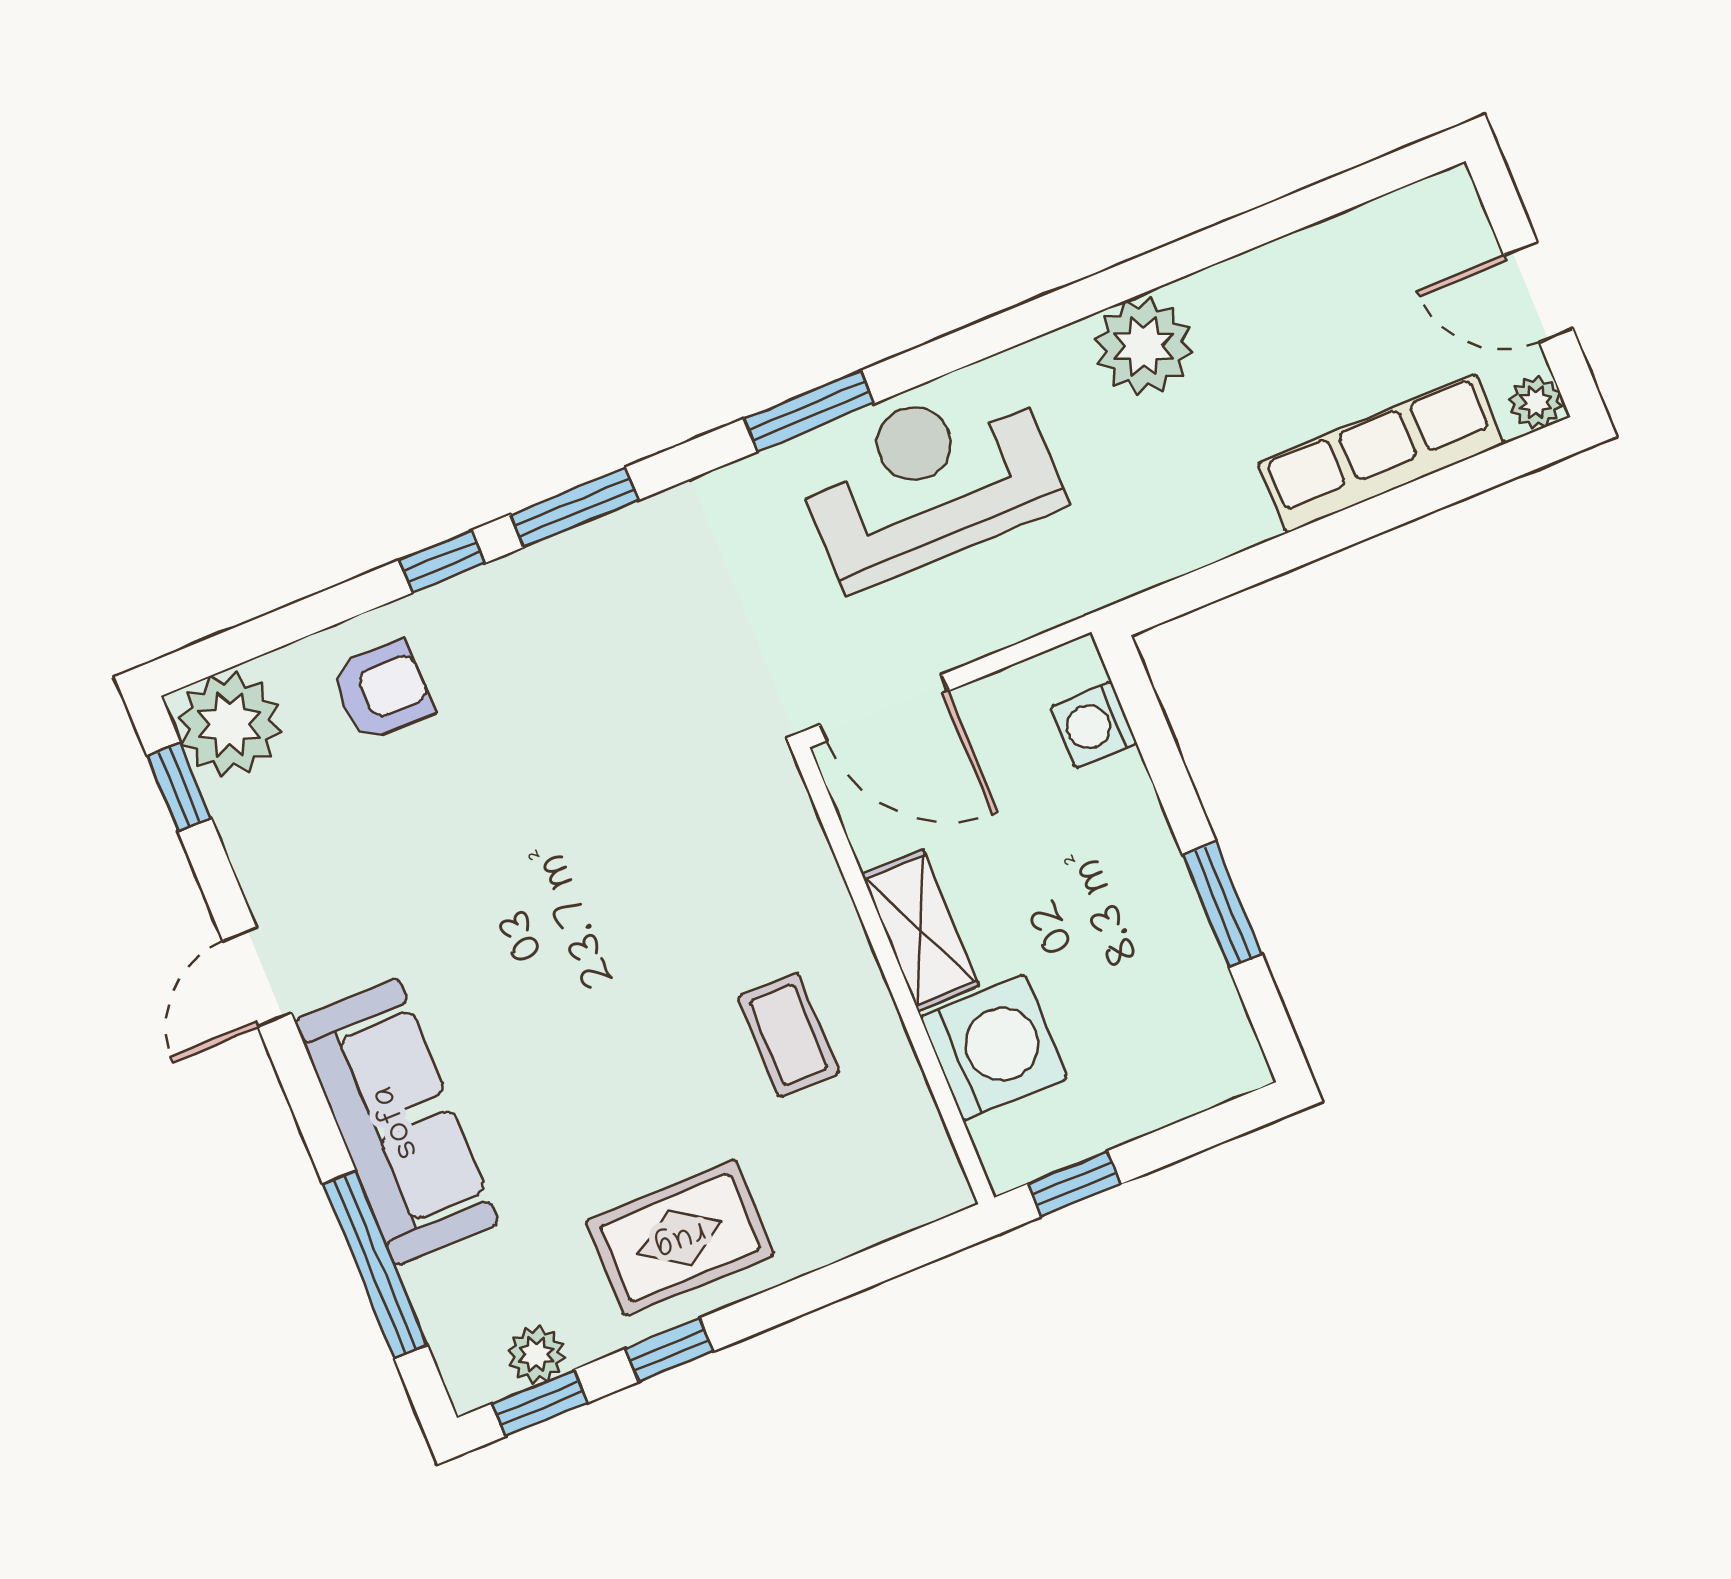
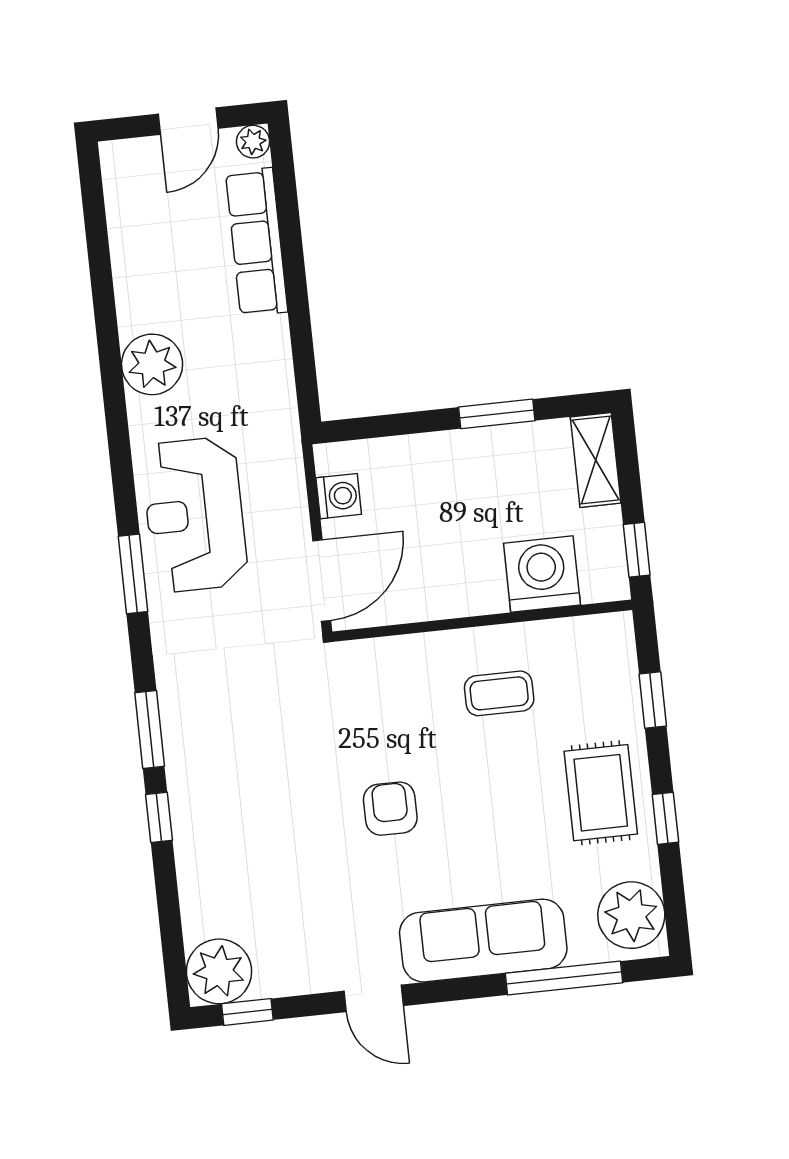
armchair: (382, 691) -> (390, 809), moved
washing machine: (1094, 725) -> (339, 496), moved, turned -90
shelving: (920, 930) -> (596, 460), moved, turned 90
plant: (536, 1354) -> (631, 915), width x1.88, depth x1.88
window: (540, 1403) -> (653, 700), moved

